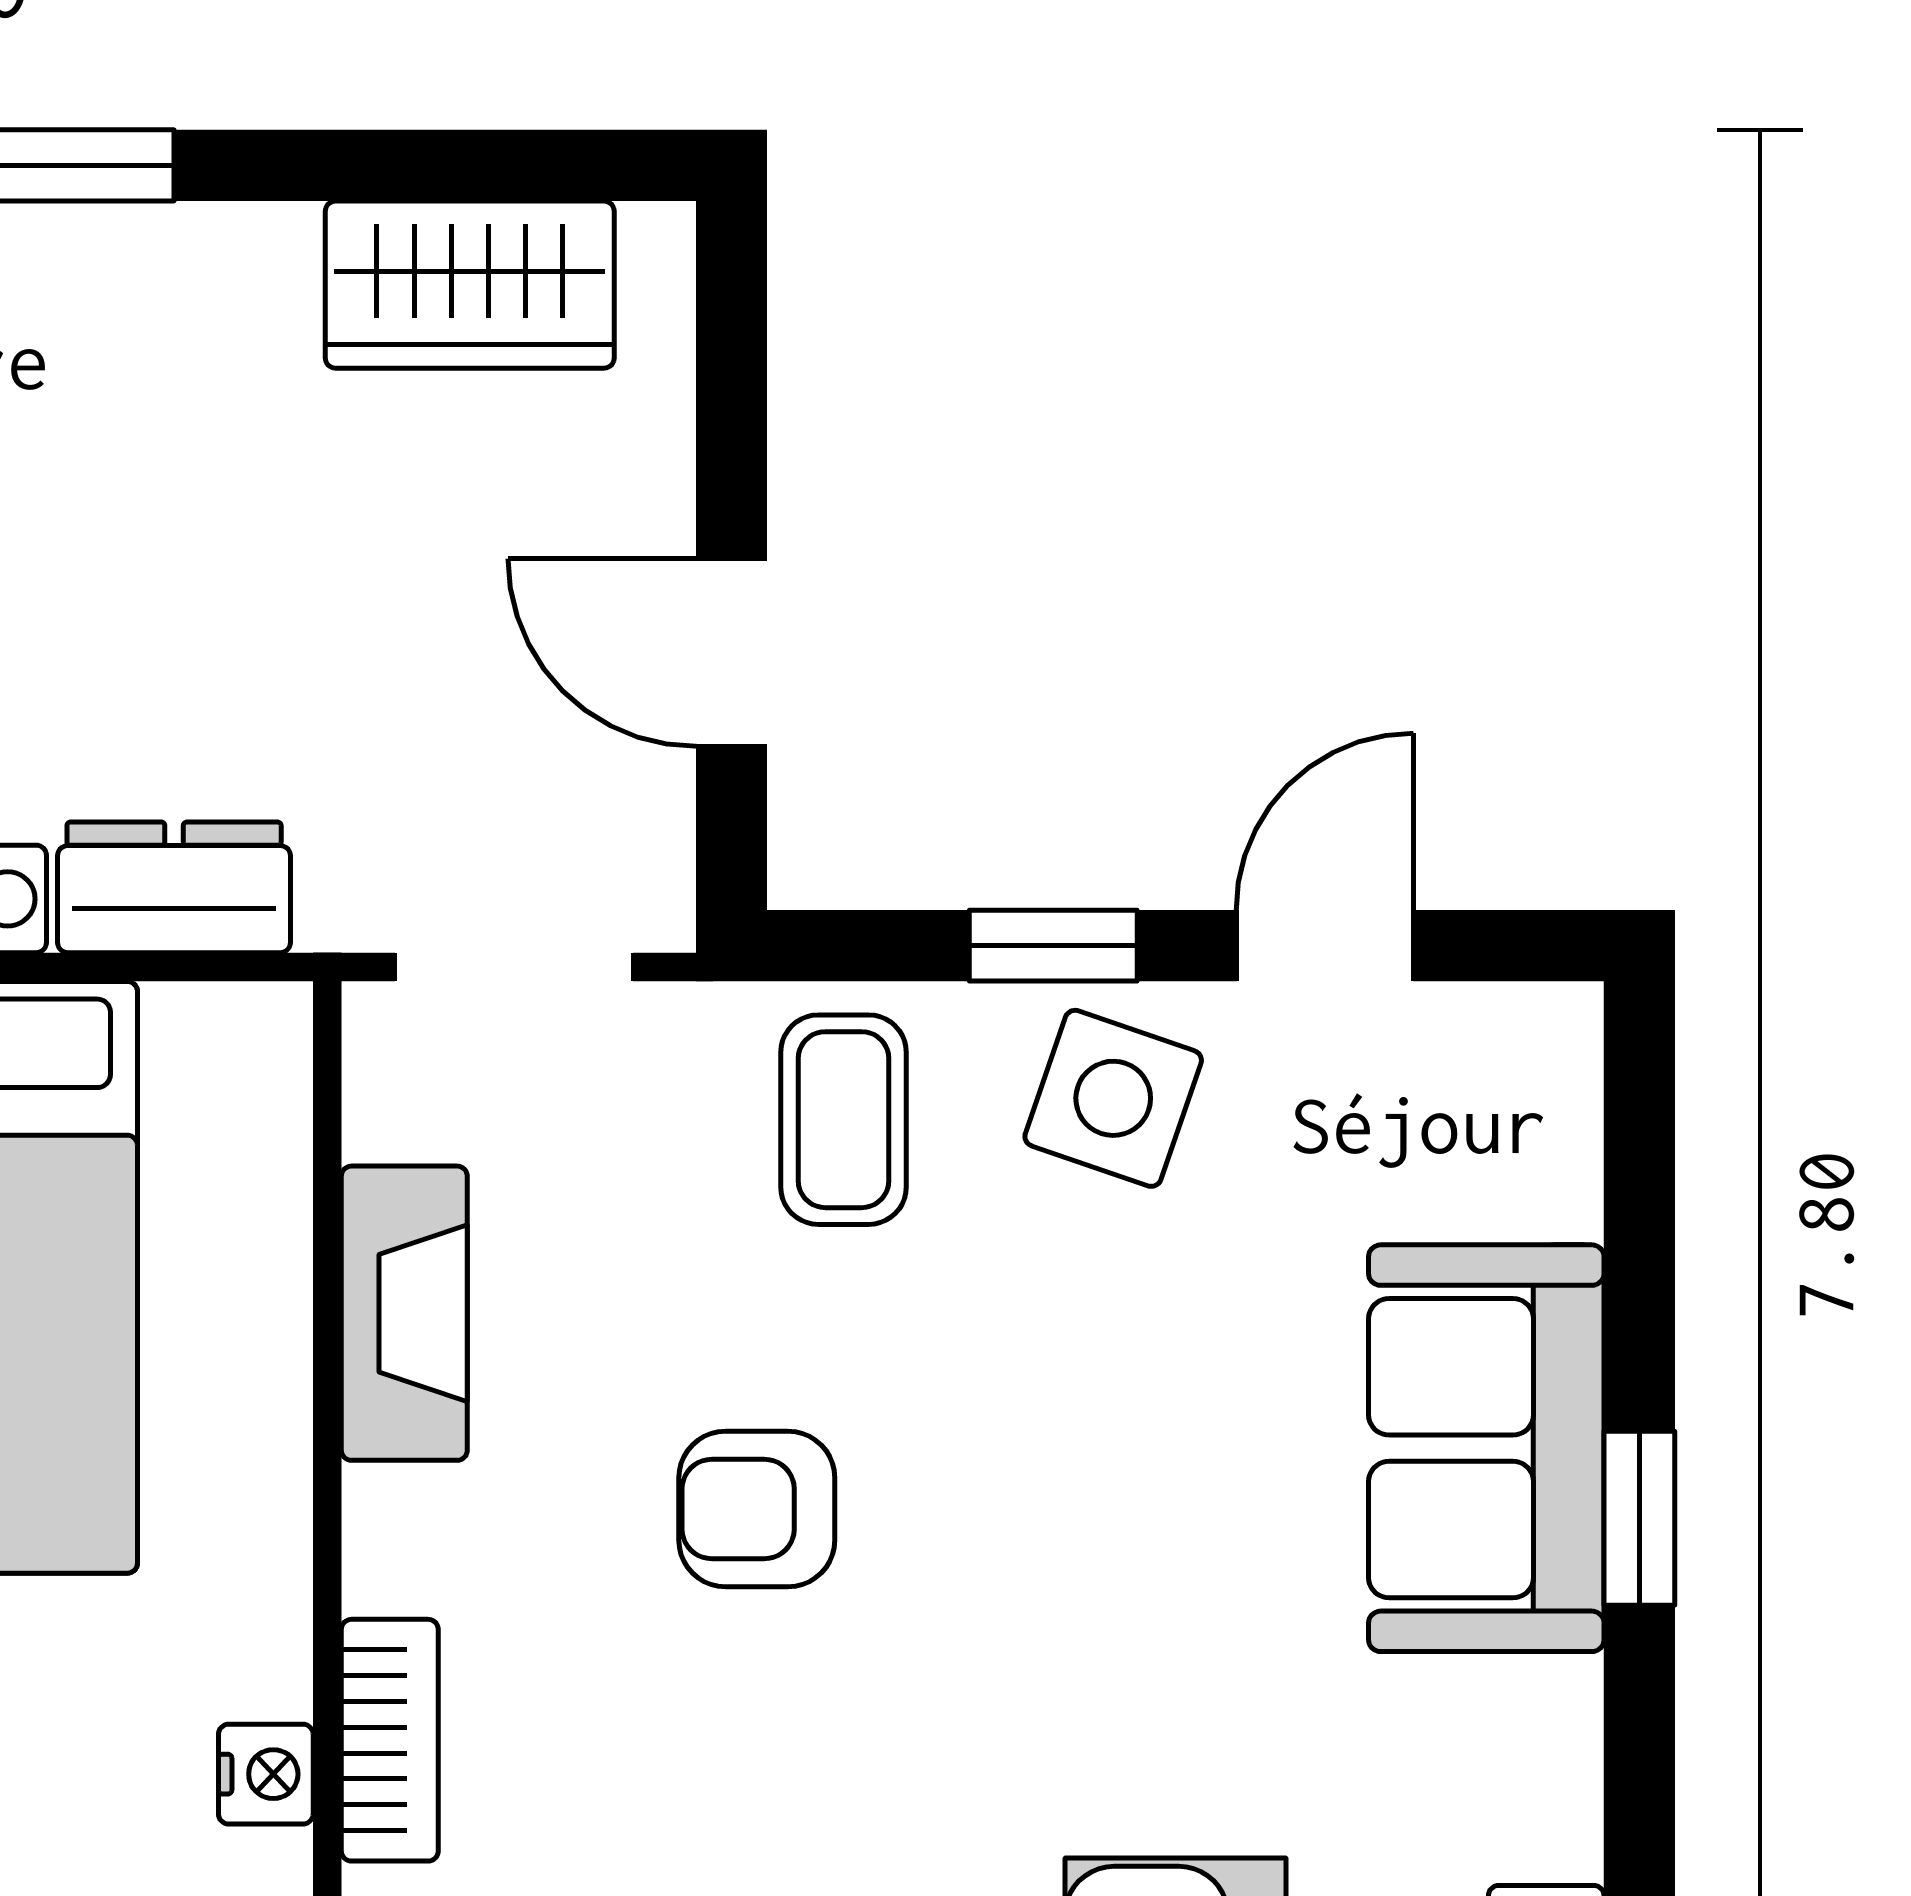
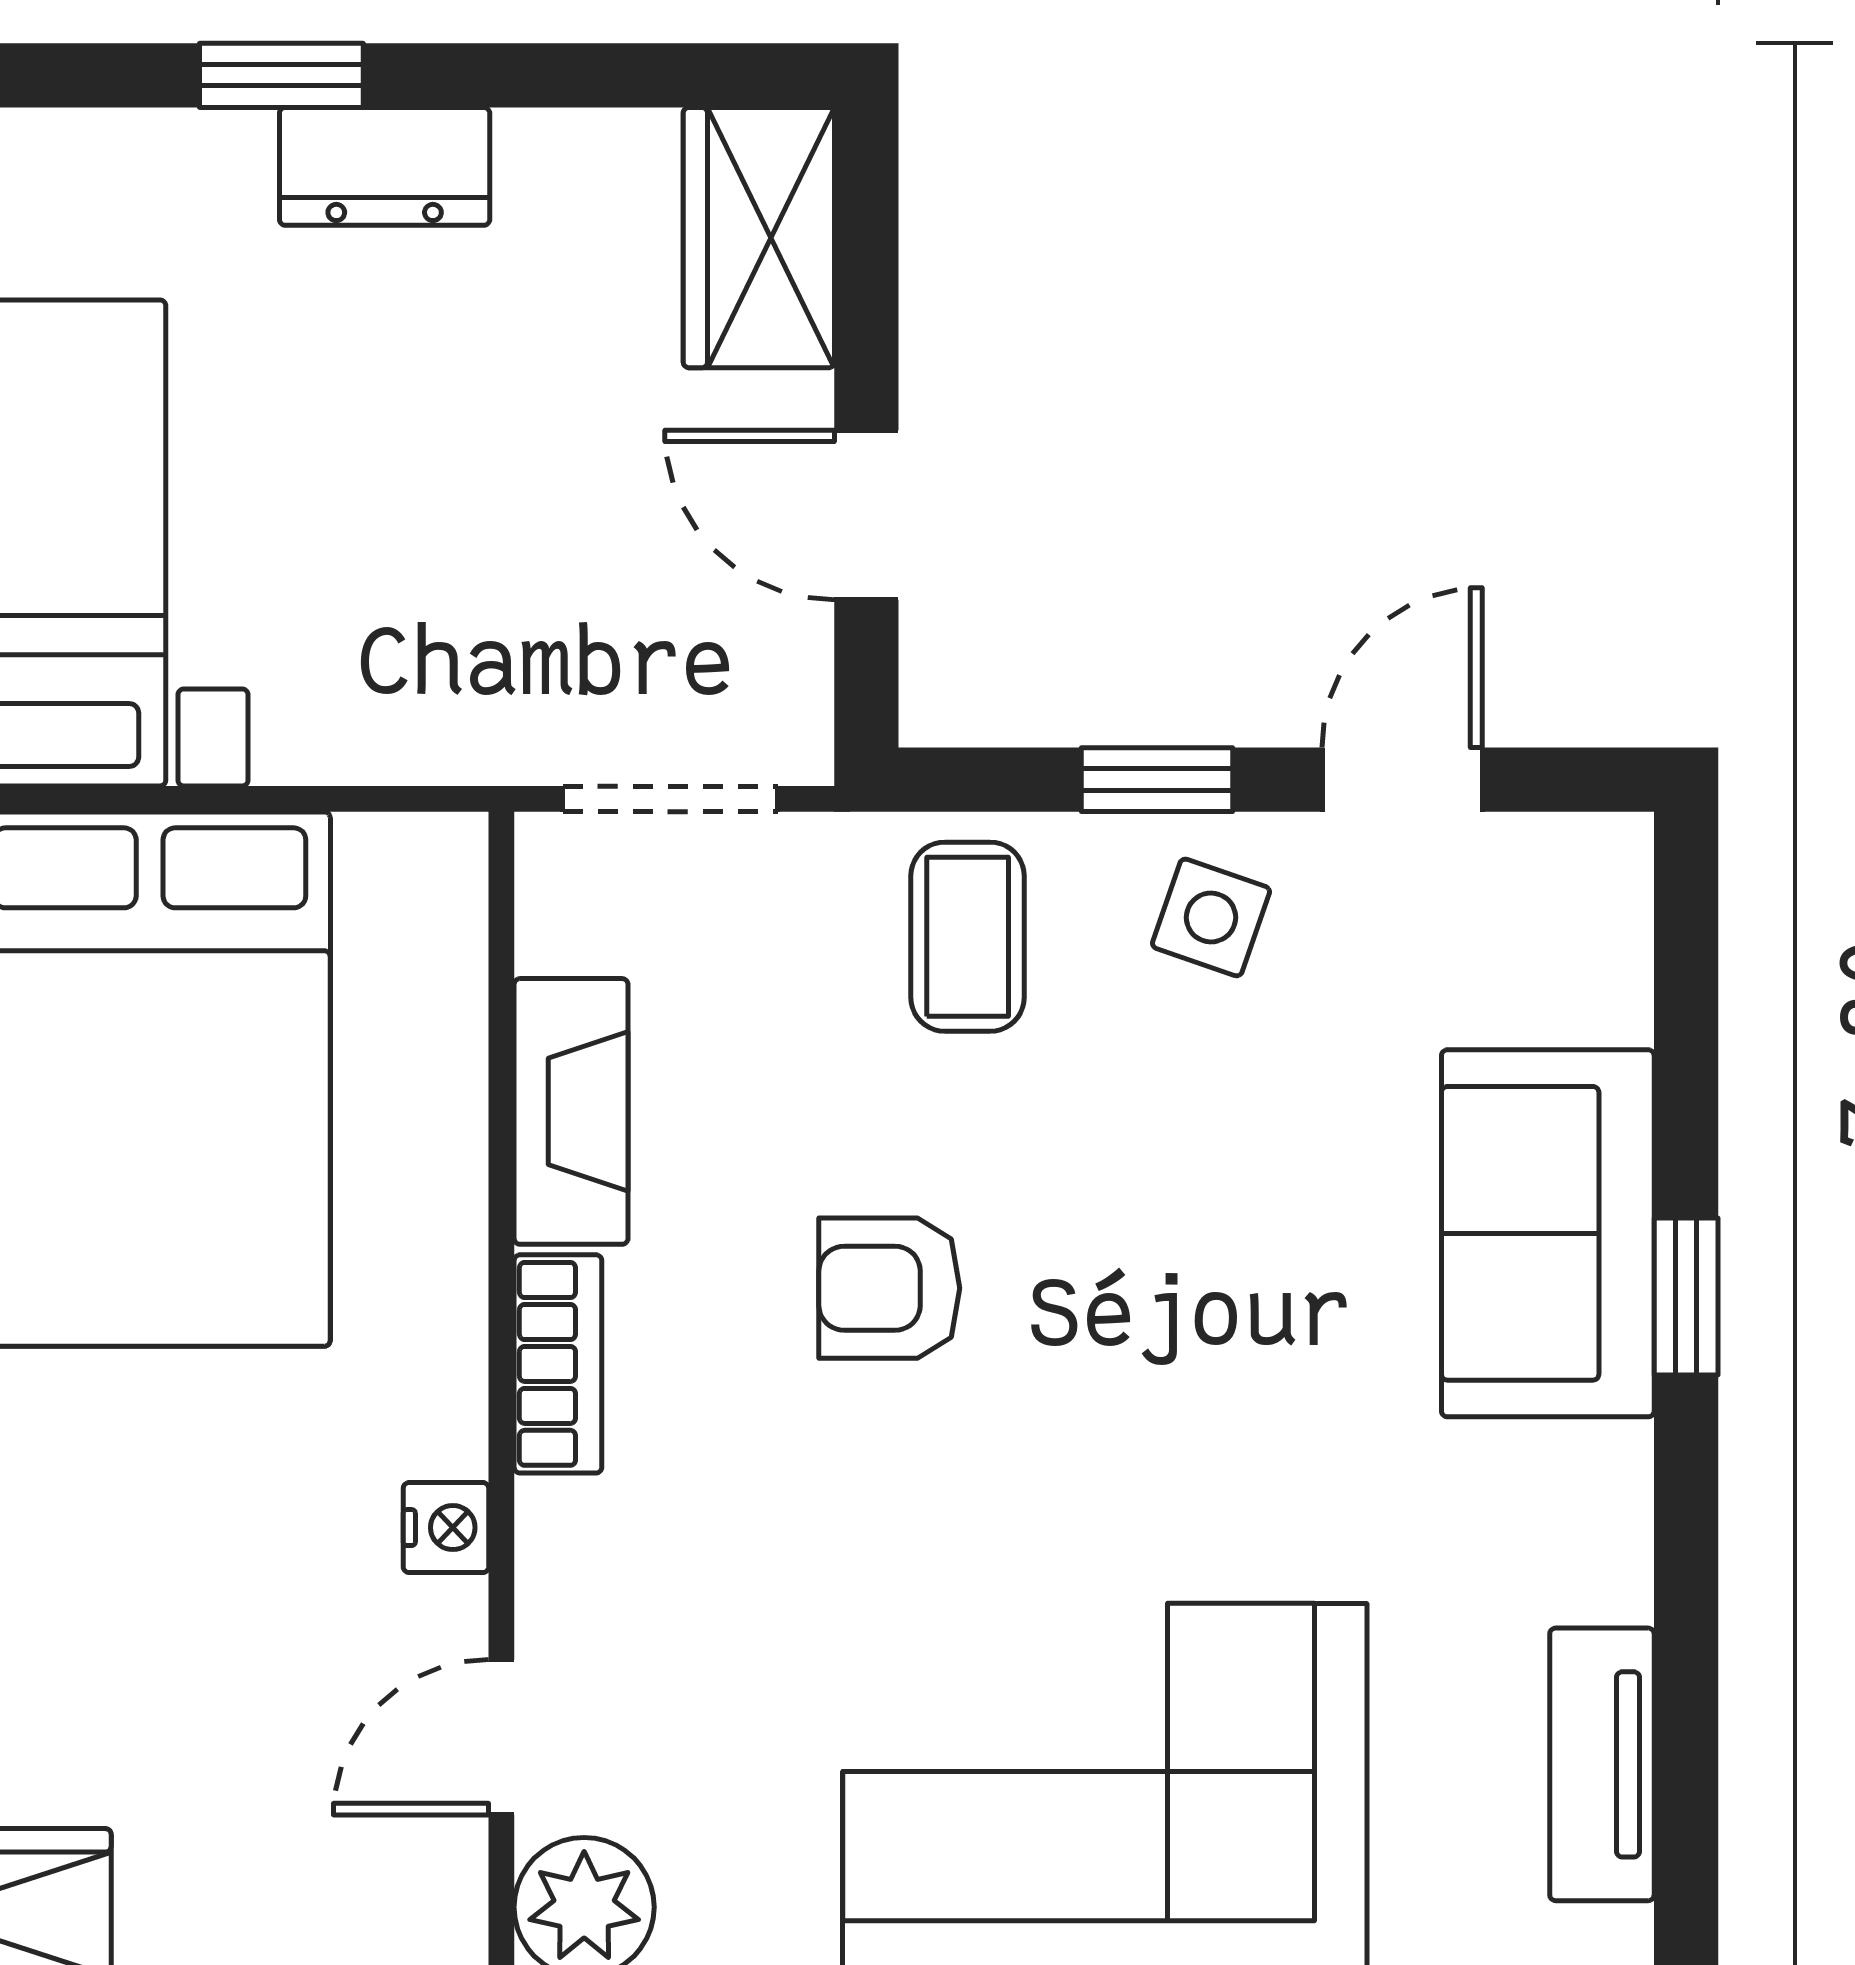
wardrobe: (470, 285) -> (759, 238), moved, turned 90
dresser: (174, 887) -> (385, 166), moved, turned 180
side table: (1113, 1098) -> (1211, 917), width x0.73, depth x0.73
bookcase: (390, 1740) -> (558, 1364), moved

